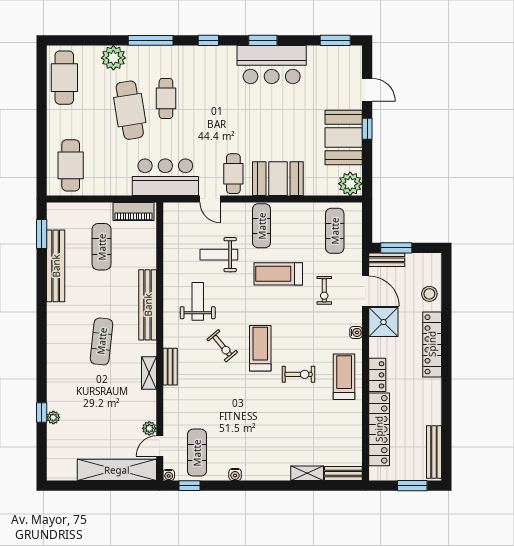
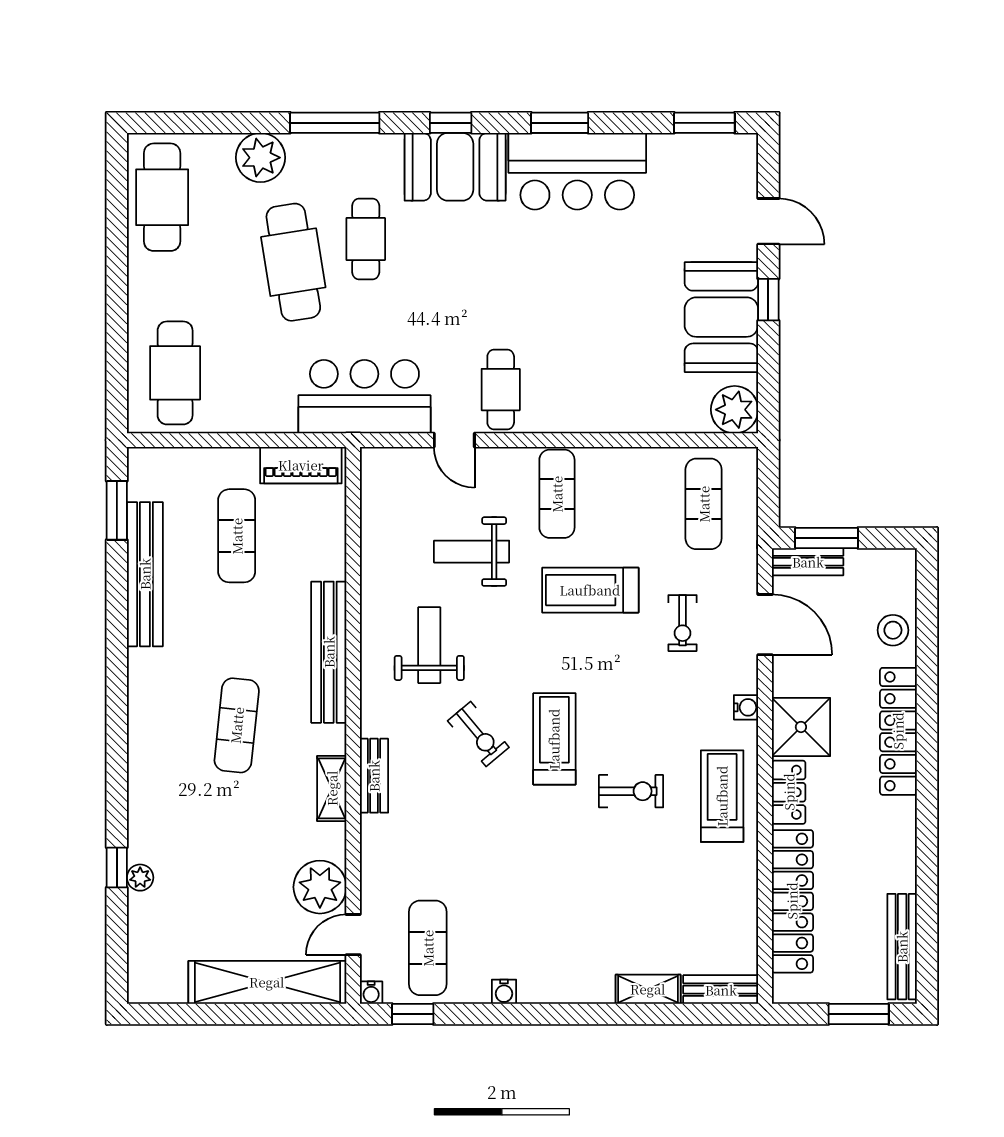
booth: (278, 179) -> (455, 167), moved
shower: (383, 322) -> (801, 727), moved
plant: (149, 428) -> (320, 887), width x1.87, depth x1.87

